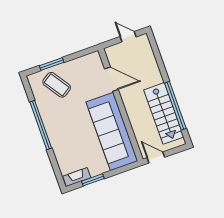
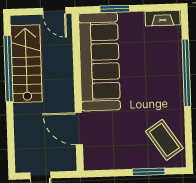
coffee table: (57, 85) -> (164, 140), moved
window: (41, 125) -> (186, 73), moved
window: (93, 180) -> (115, 9), moved

